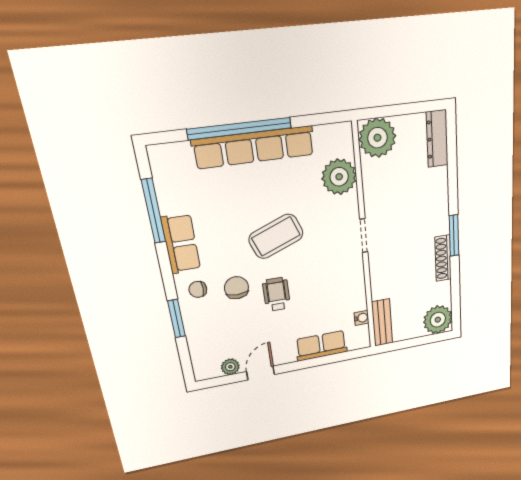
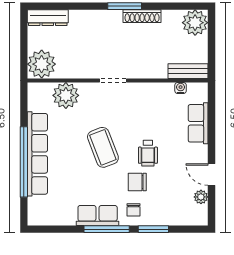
window: (154, 211) -> (107, 229), moved
wheelchair: (276, 294) -> (148, 153), turned -90

